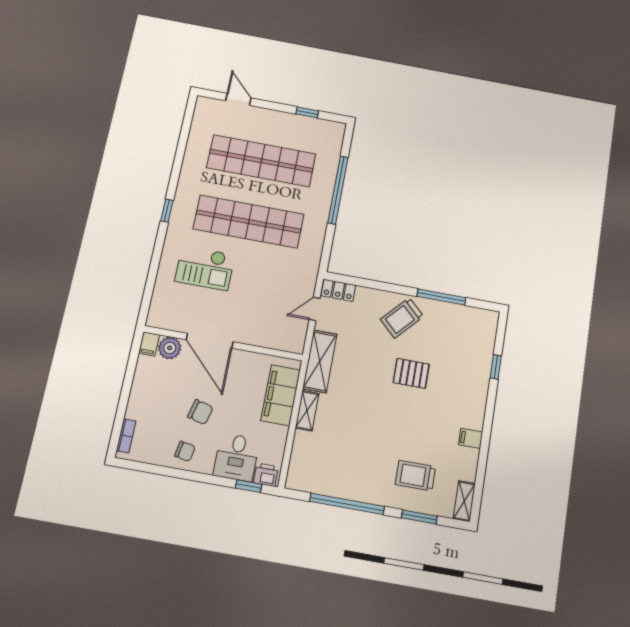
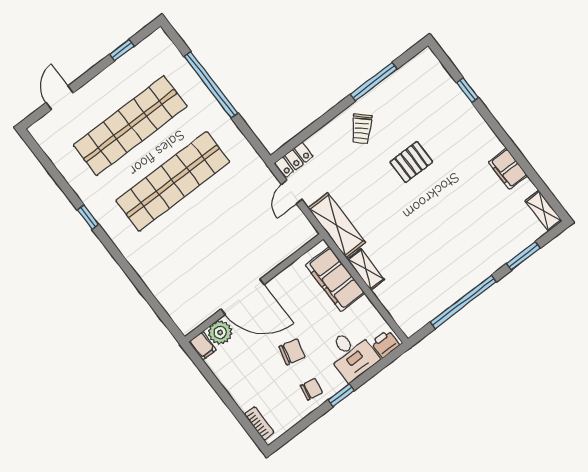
door: (238, 99) -> (60, 98), hinge flipped
window: (167, 211) -> (88, 217), moved
checkout: (205, 268) -> (180, 250), removed
trolley: (402, 318) -> (362, 129), width x0.73, depth x0.72
filing cabinet: (471, 438) -> (508, 169), width x2.00
trolley: (415, 476) -> (491, 231), removed
window: (249, 486) -> (341, 395), moved

